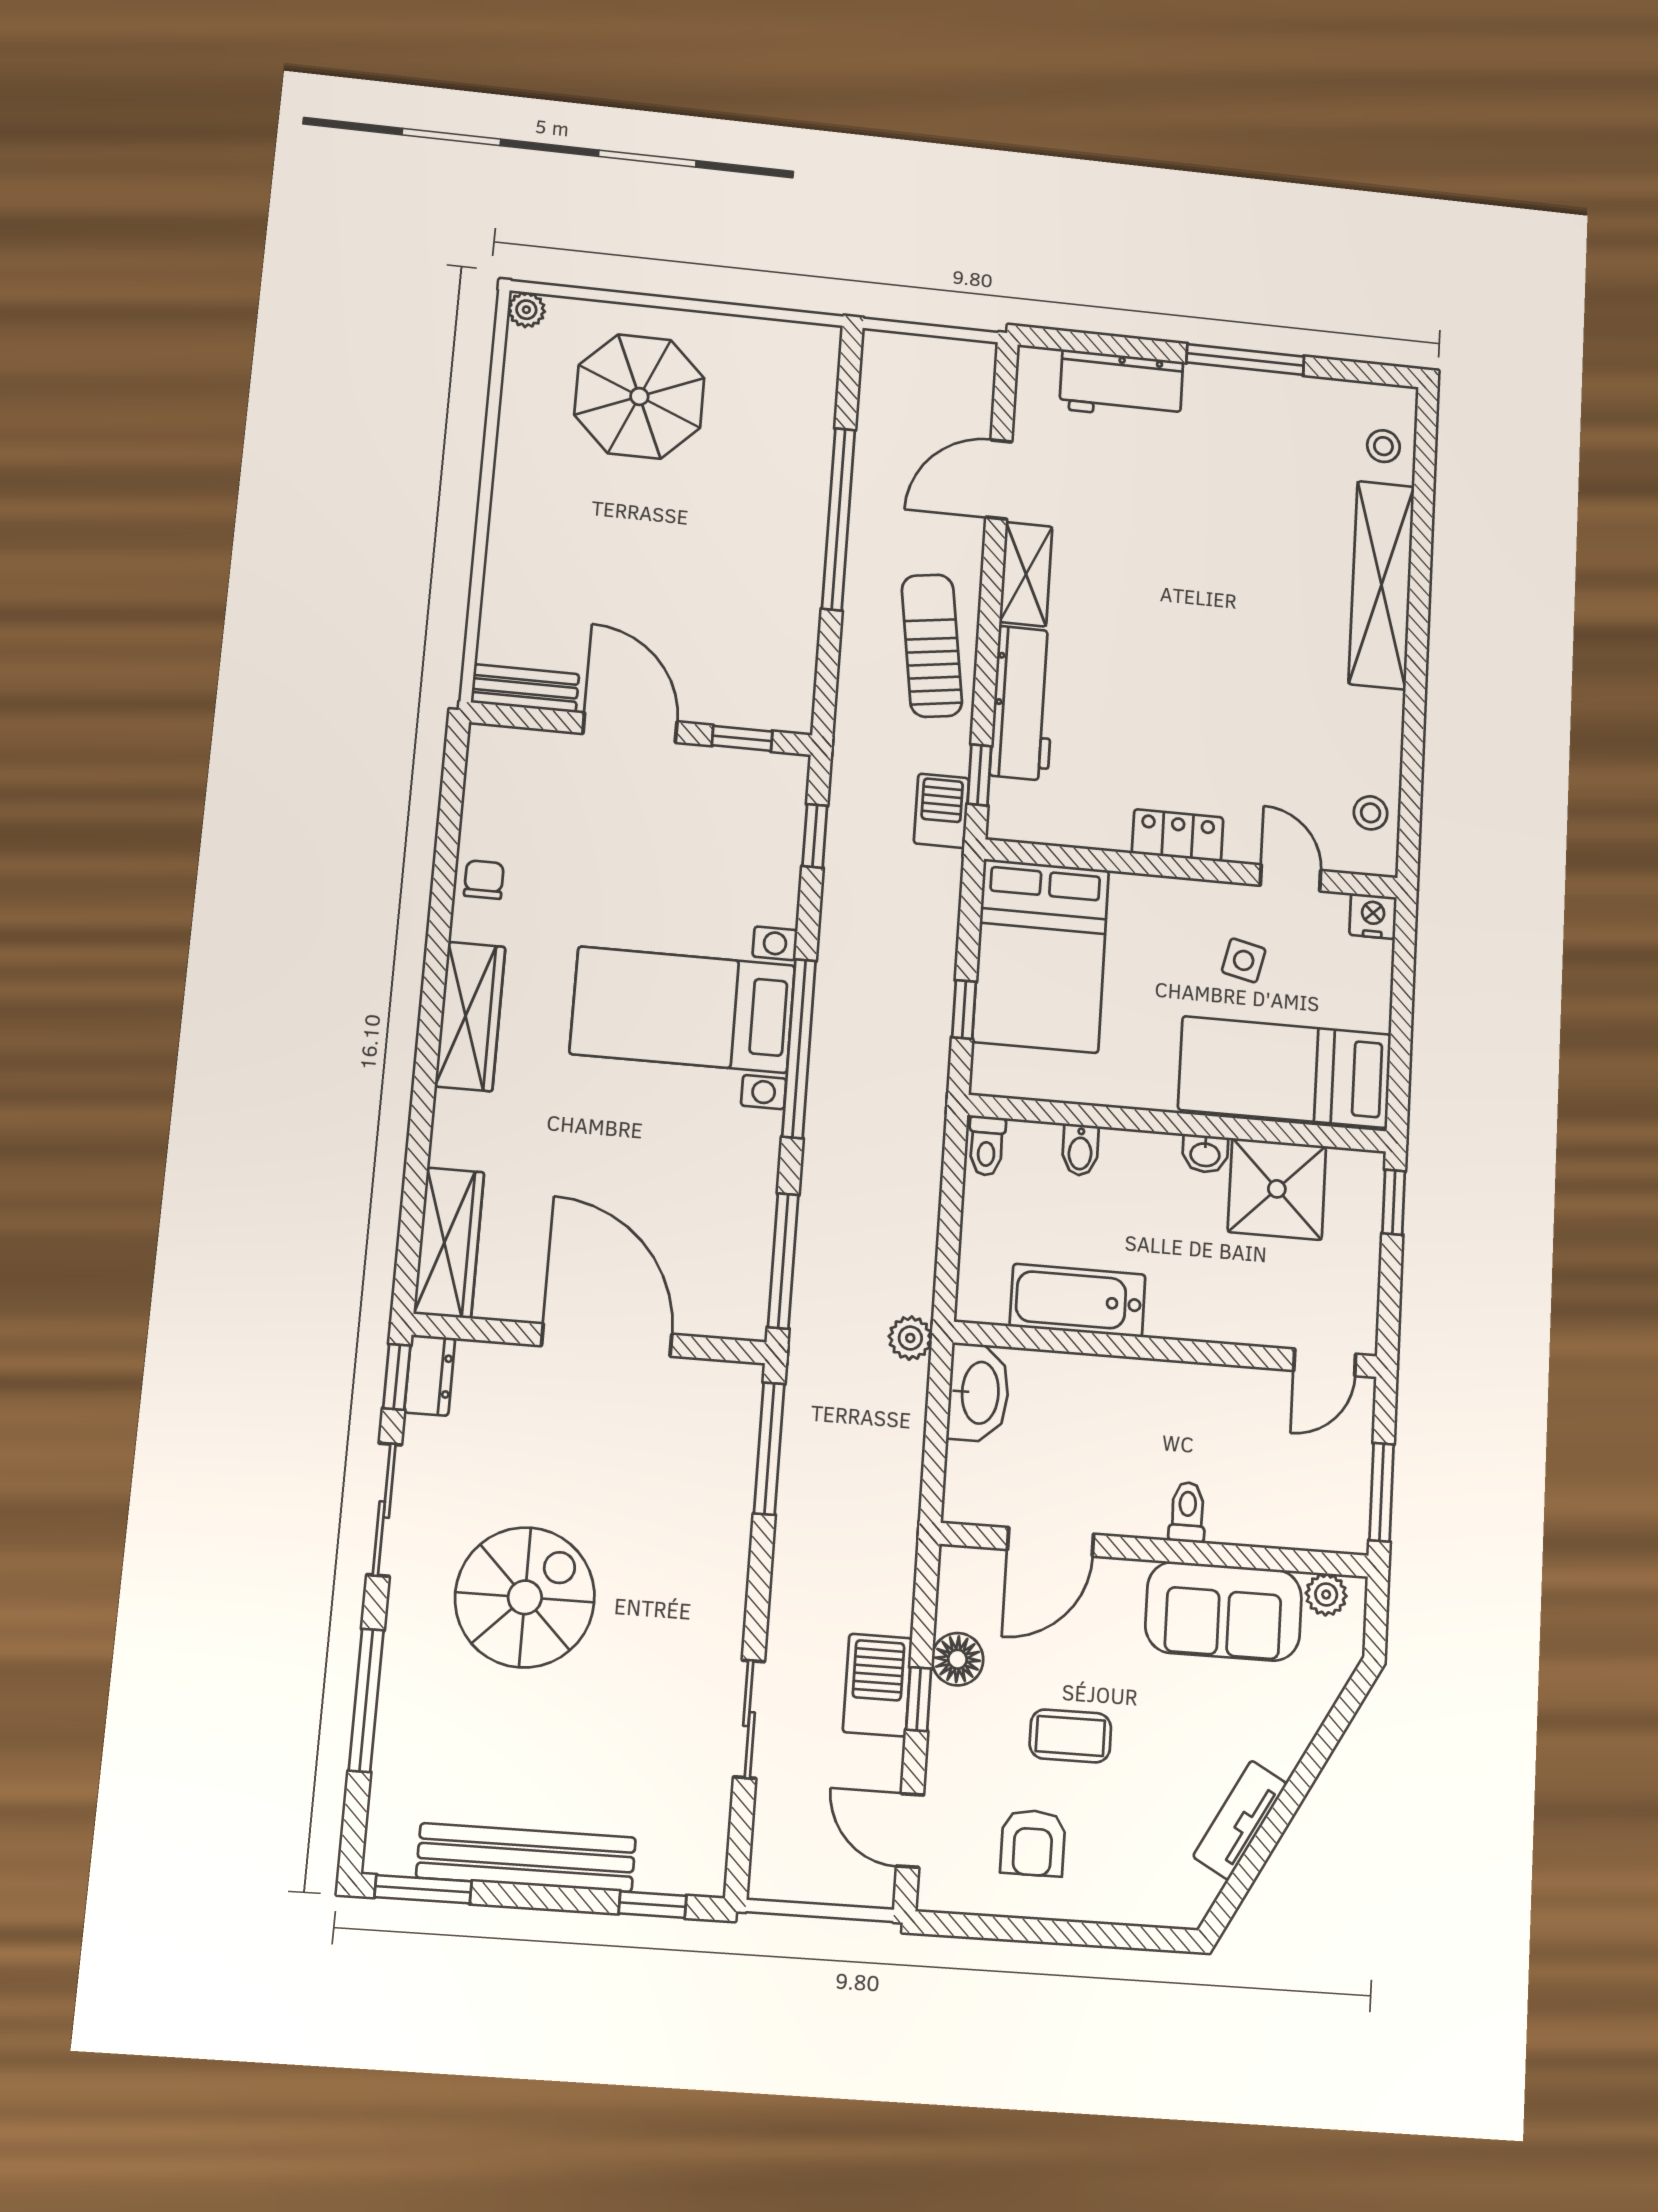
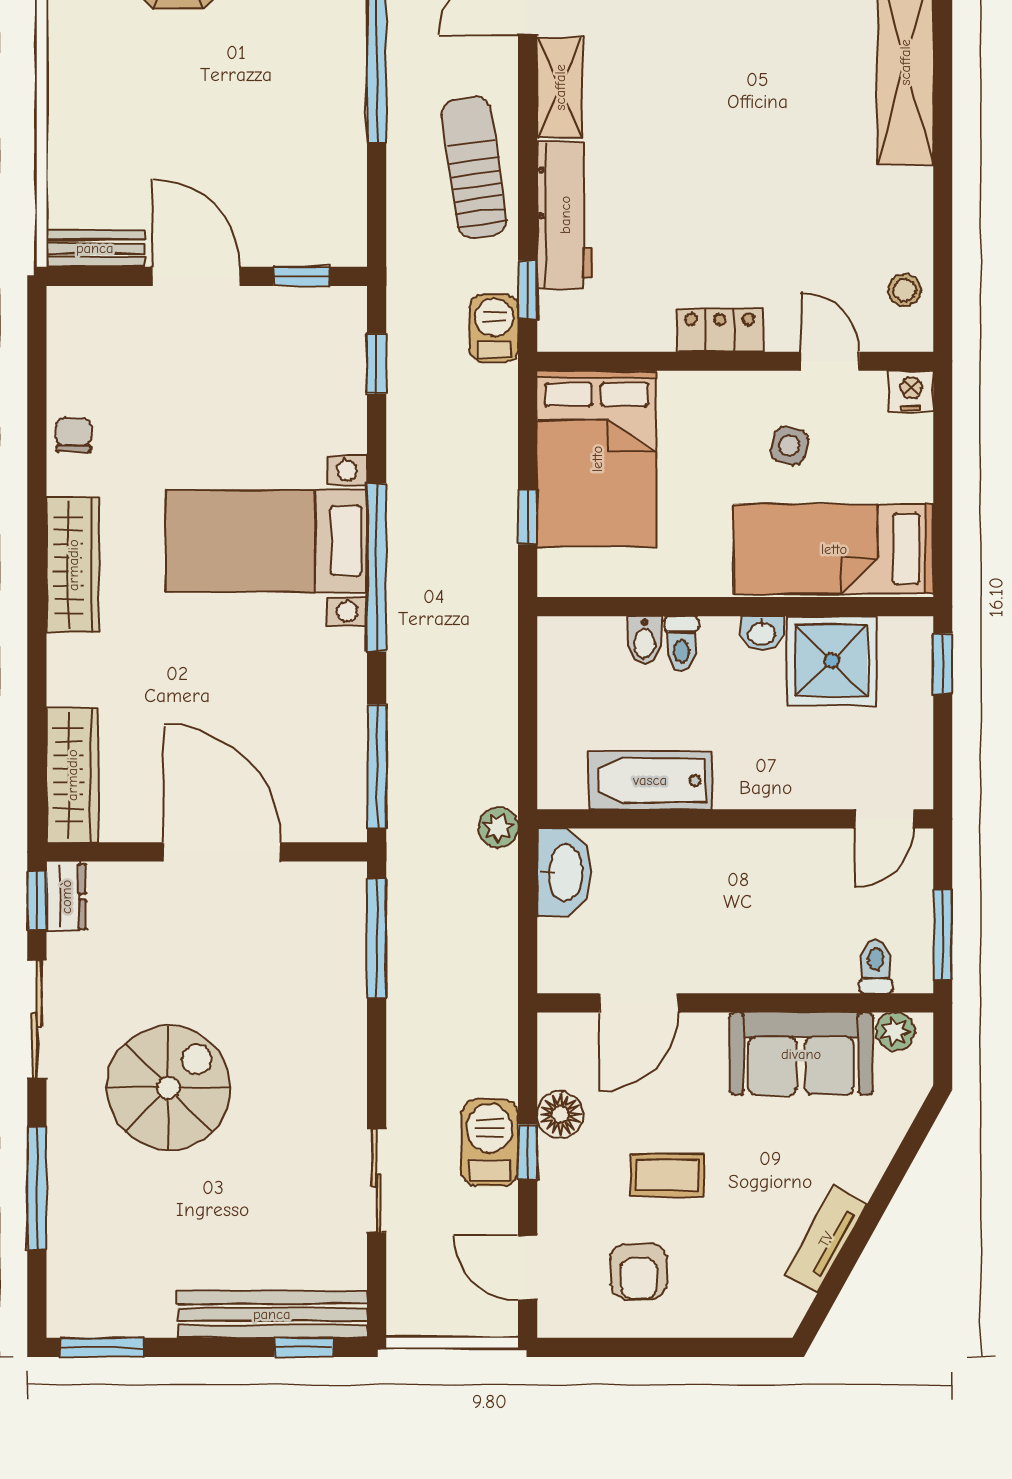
toilet: (987, 1146) -> (681, 643), moved
toilet: (1187, 1512) -> (876, 966), moved
bench: (526, 1858) -> (272, 1314), moved

